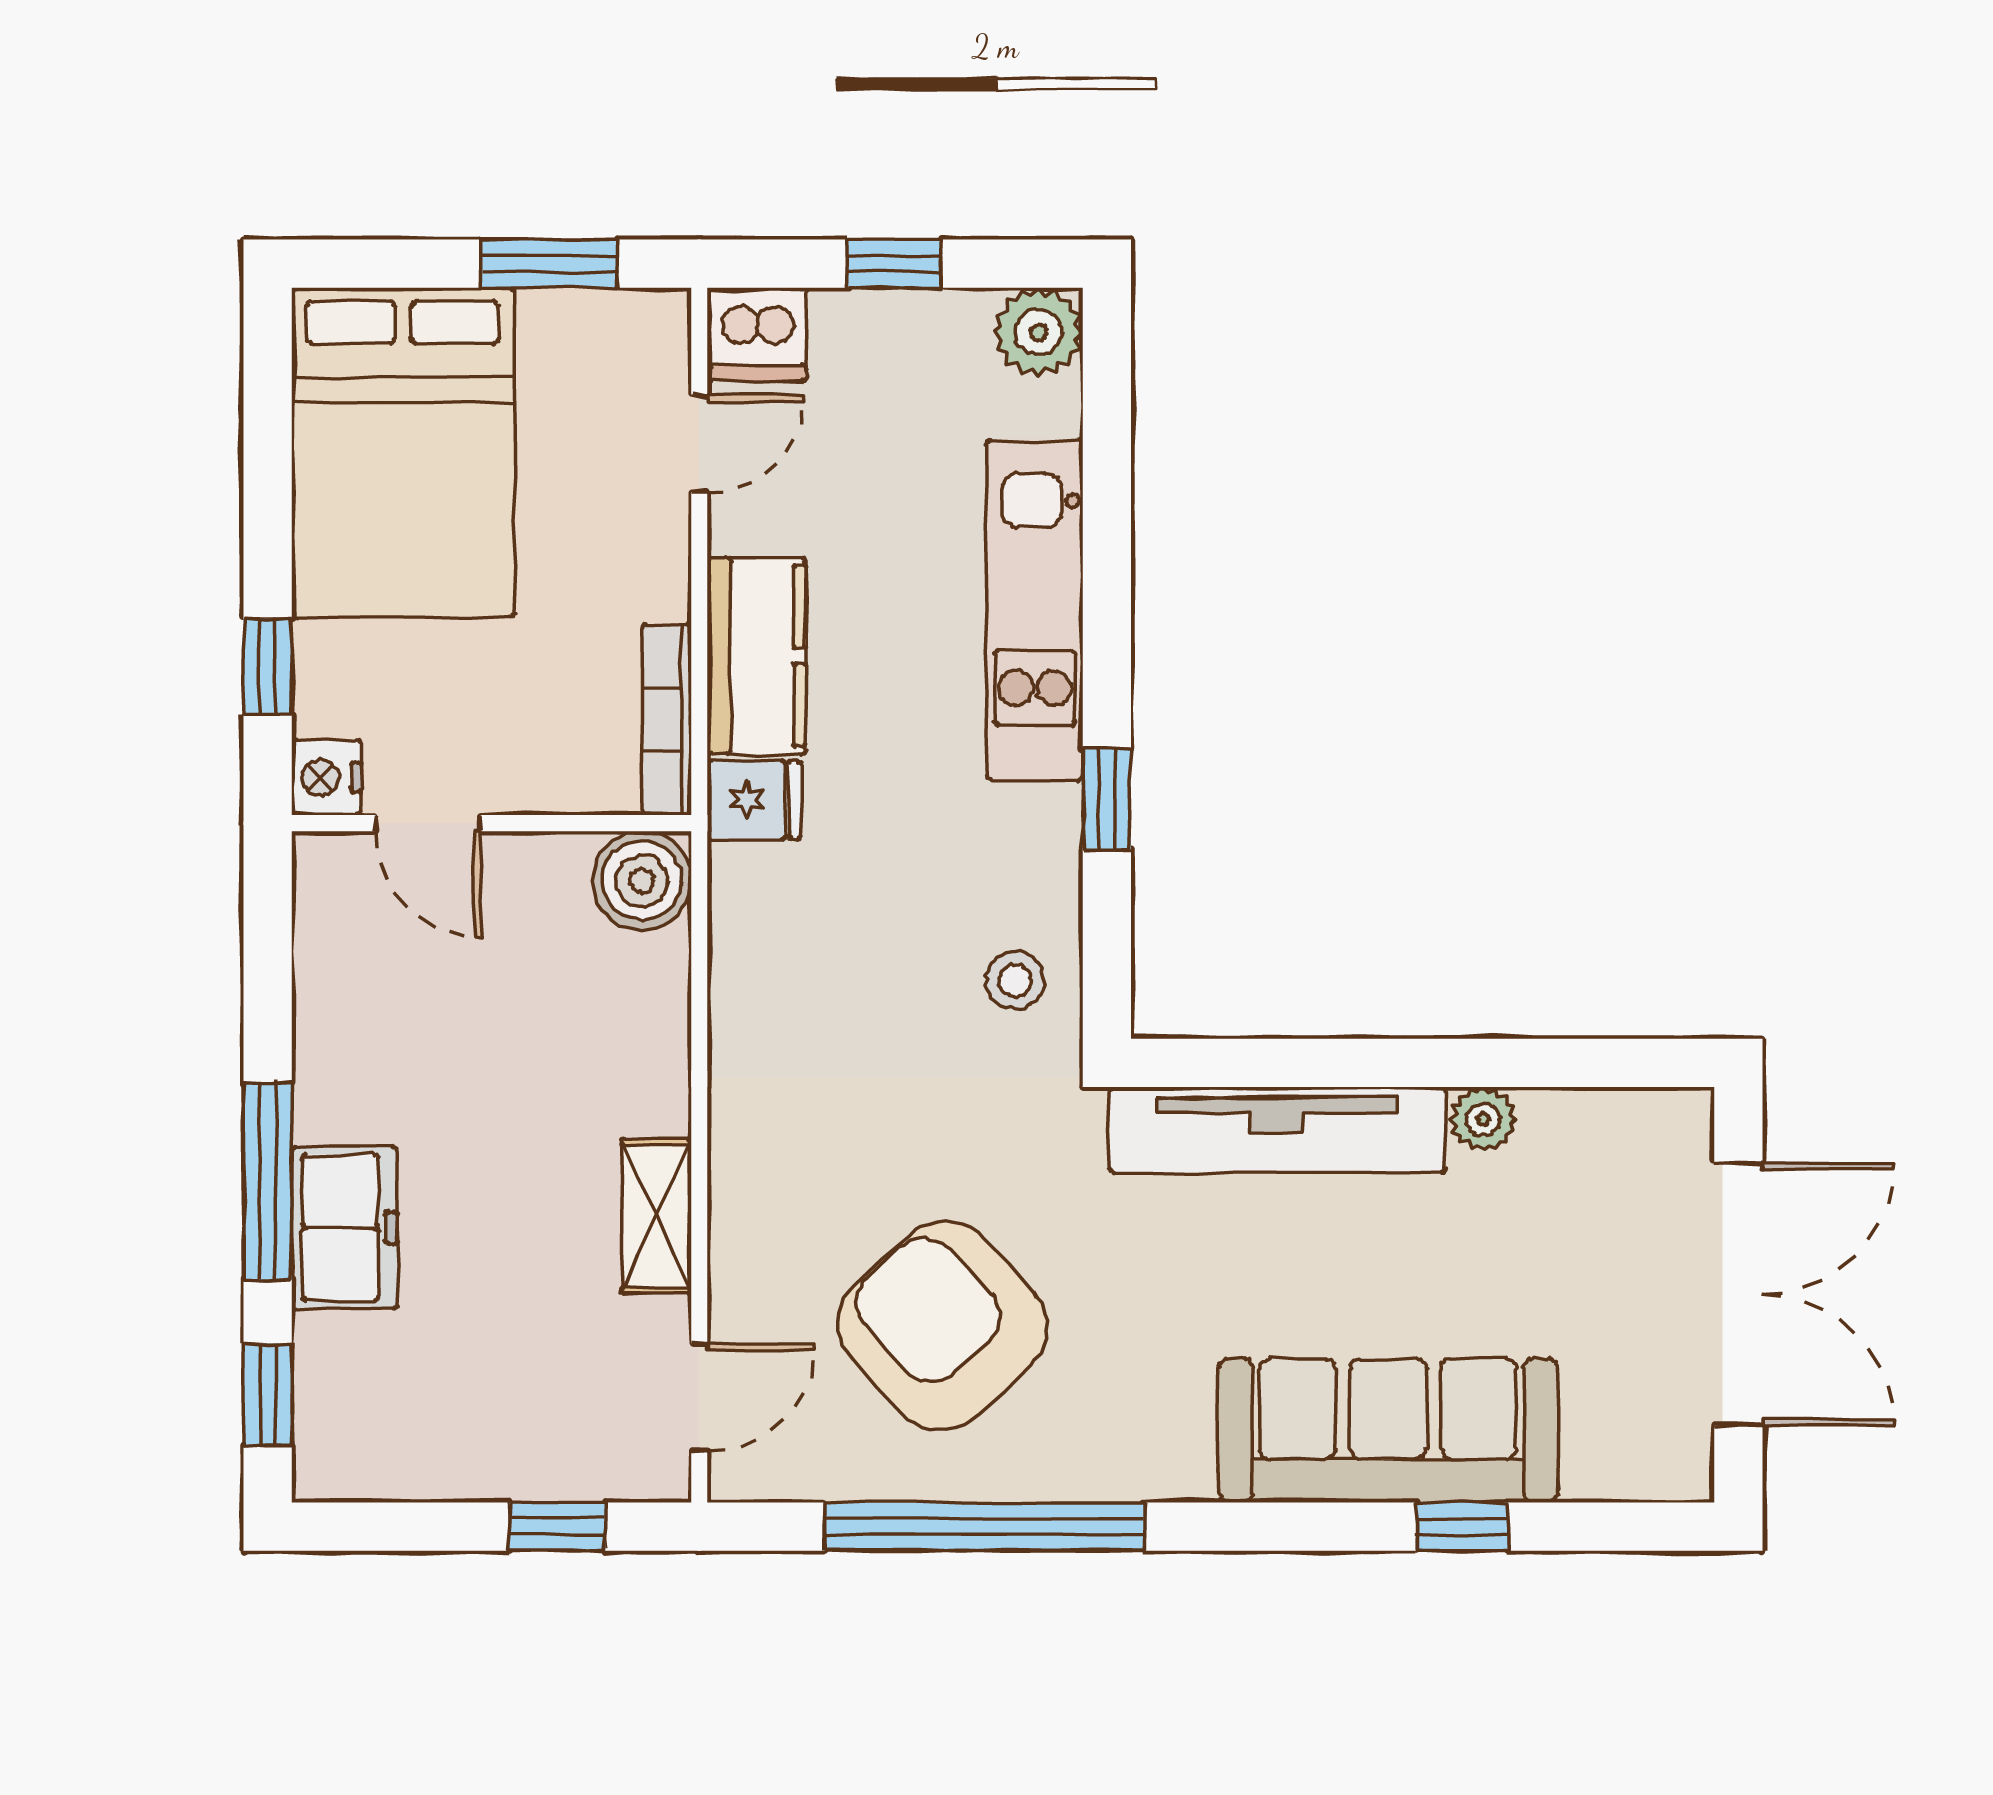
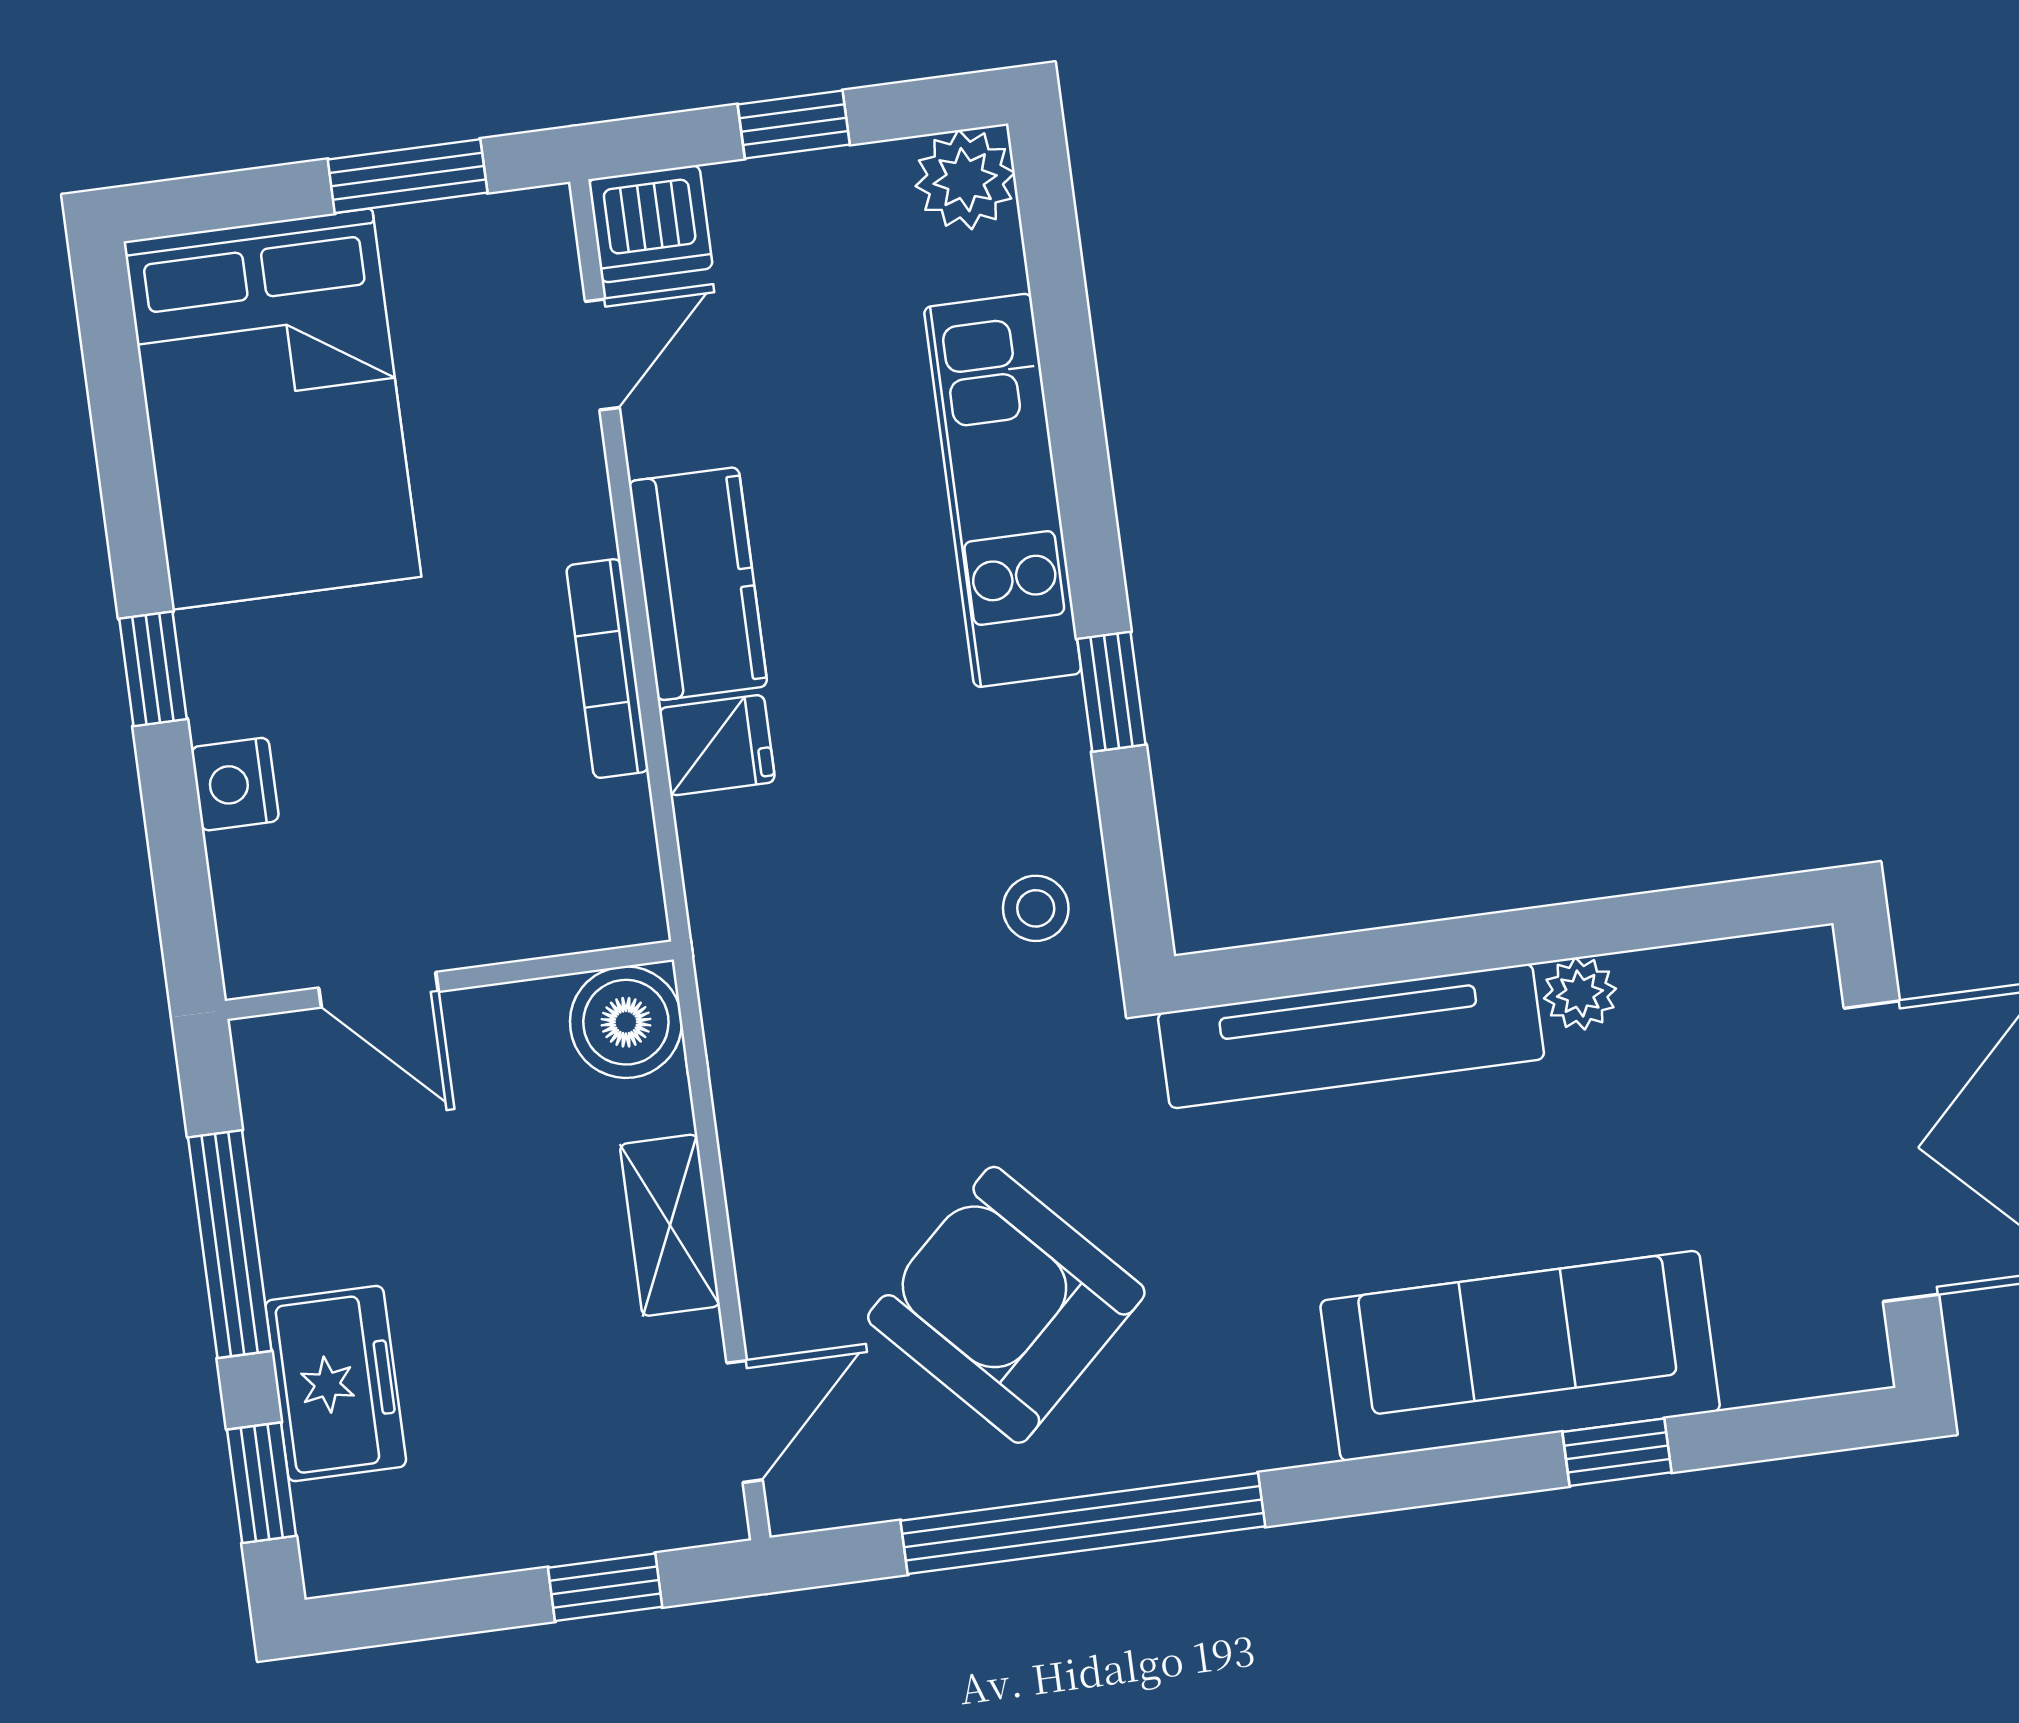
door: (428, 823) -> (378, 990), moved
wall: (491, 823) -> (449, 980), moved
boiler: (642, 881) -> (626, 1022), moved
freezer: (344, 1228) -> (336, 1384), moved

